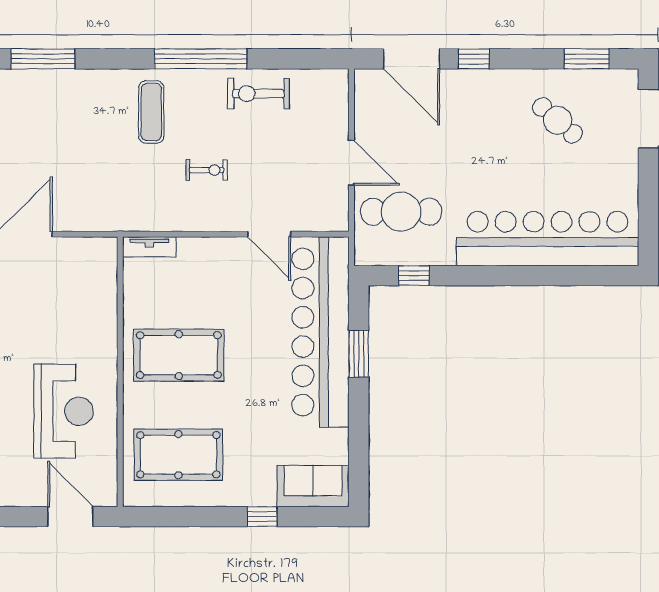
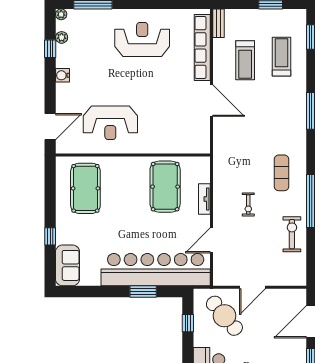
exercise mat: (151, 112) -> (281, 173), turned 90
cafe table: (401, 212) -> (224, 316), turned -40
tv unit: (149, 247) -> (204, 199), moved
pool table: (179, 355) -> (165, 187), moved

